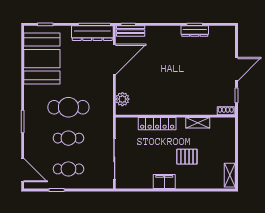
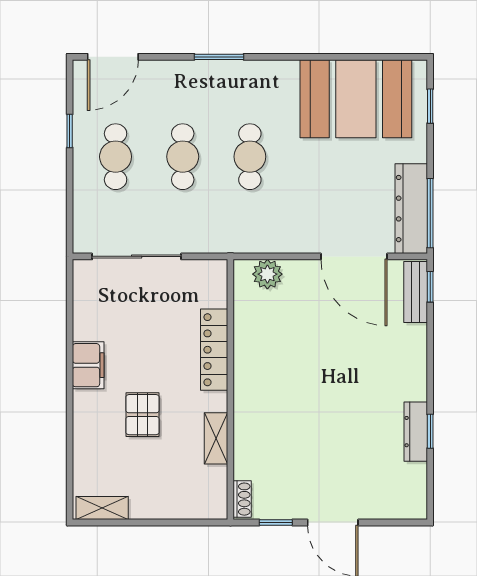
cafe table: (68, 107) -> (250, 157), width x0.73, depth x0.74

